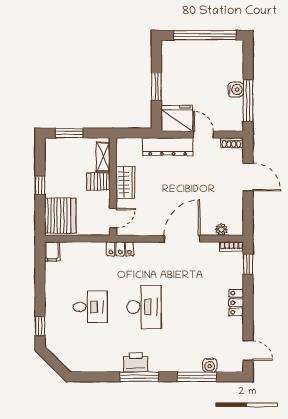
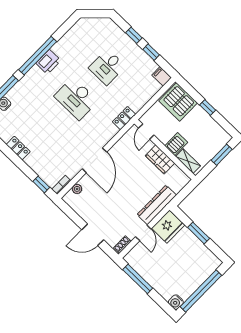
water cooler: (236, 90) -> (176, 302), moved
door: (203, 135) -> (143, 233), hinge flipped
window: (40, 281) -> (151, 52), added
locker: (236, 303) -> (18, 148), moved
window: (40, 326) -> (134, 35), moved
window: (139, 377) -> (38, 56), width x1.46

